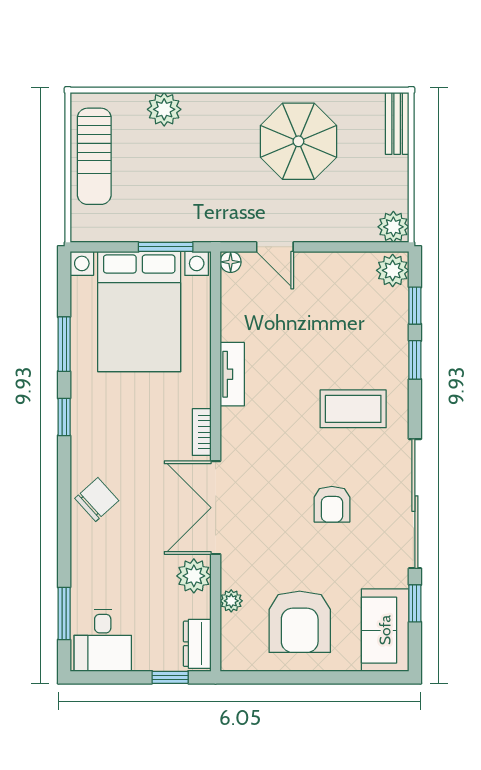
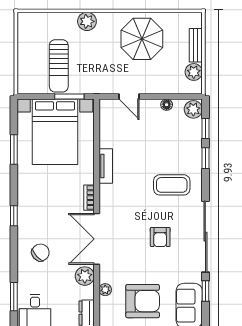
plant: (164, 109) -> (87, 21), moved
bench: (397, 123) -> (196, 45), moved
sun lounger: (94, 156) -> (59, 66), moved
plant: (393, 227) -> (194, 72), moved
floor lamp: (231, 262) -> (167, 105), moved
window: (64, 417) -> (14, 216), moved
chair: (97, 499) -> (40, 253), moved
armchair: (300, 622) -> (143, 301), turned -90

